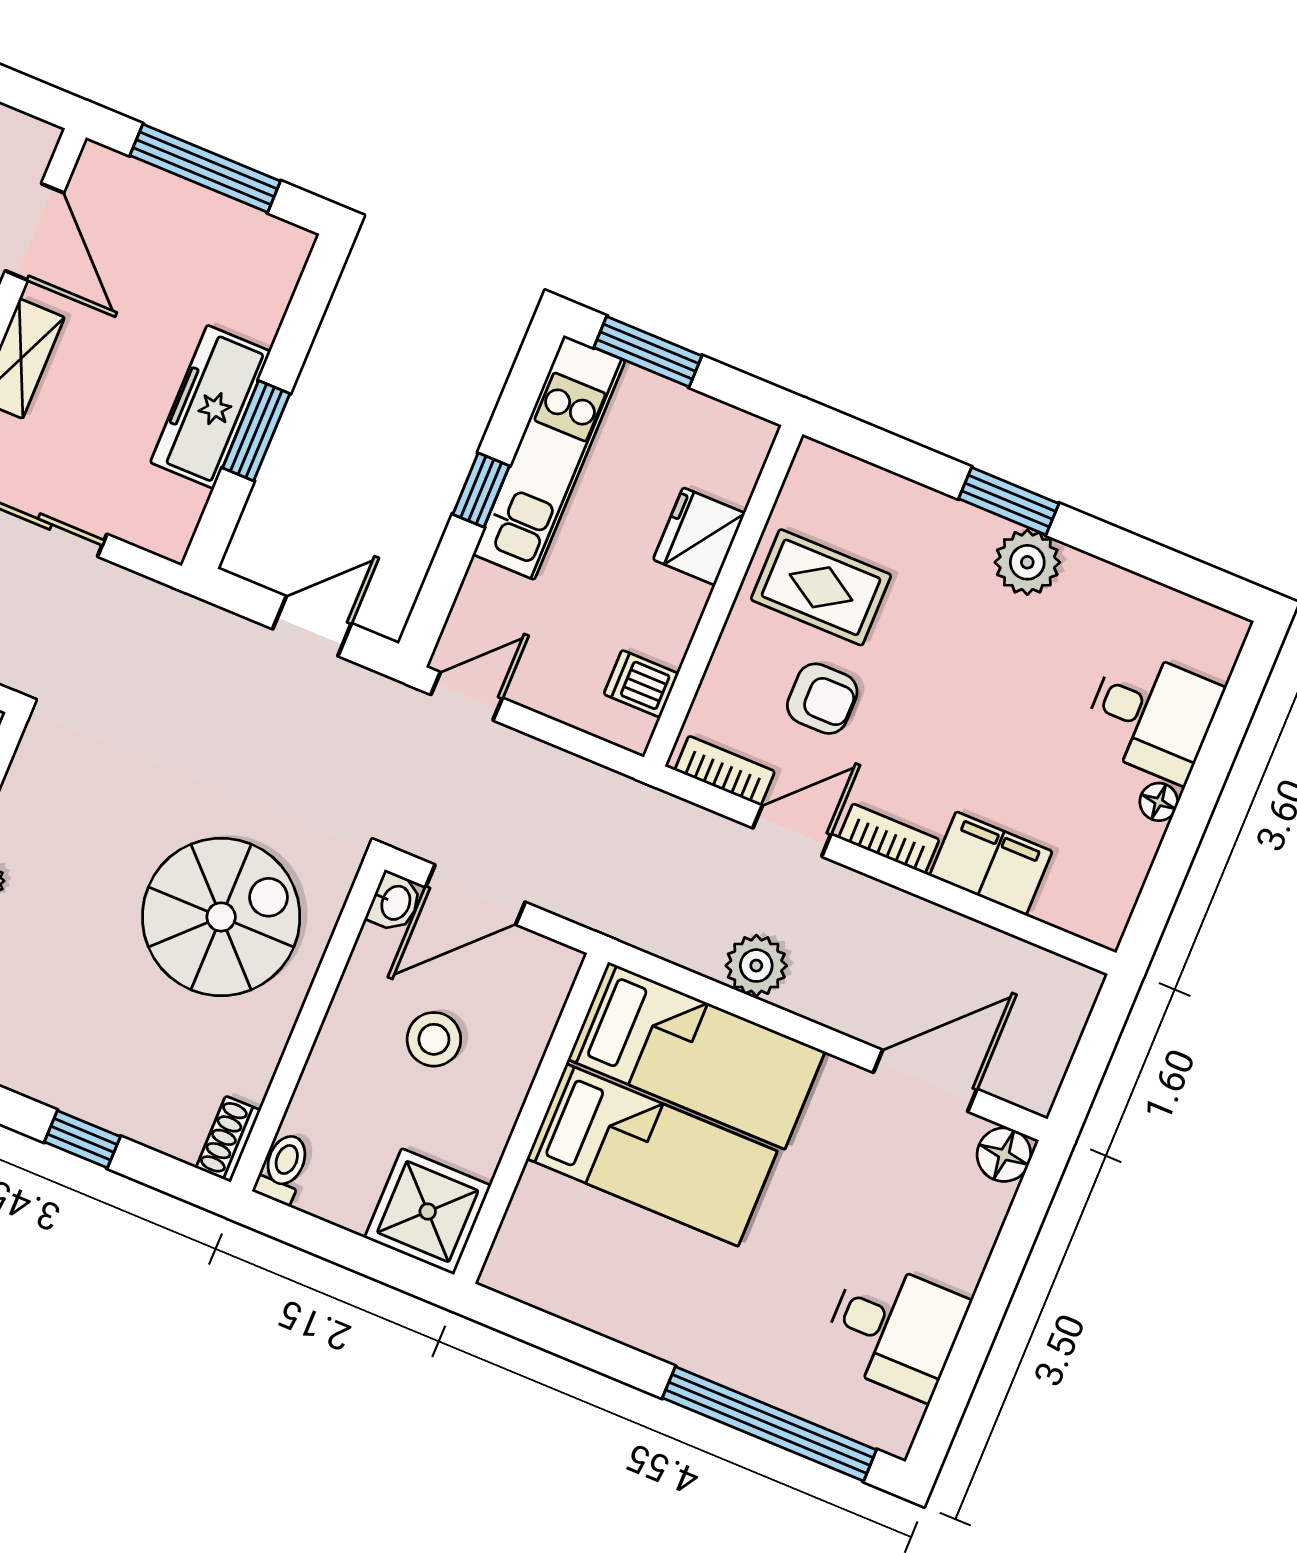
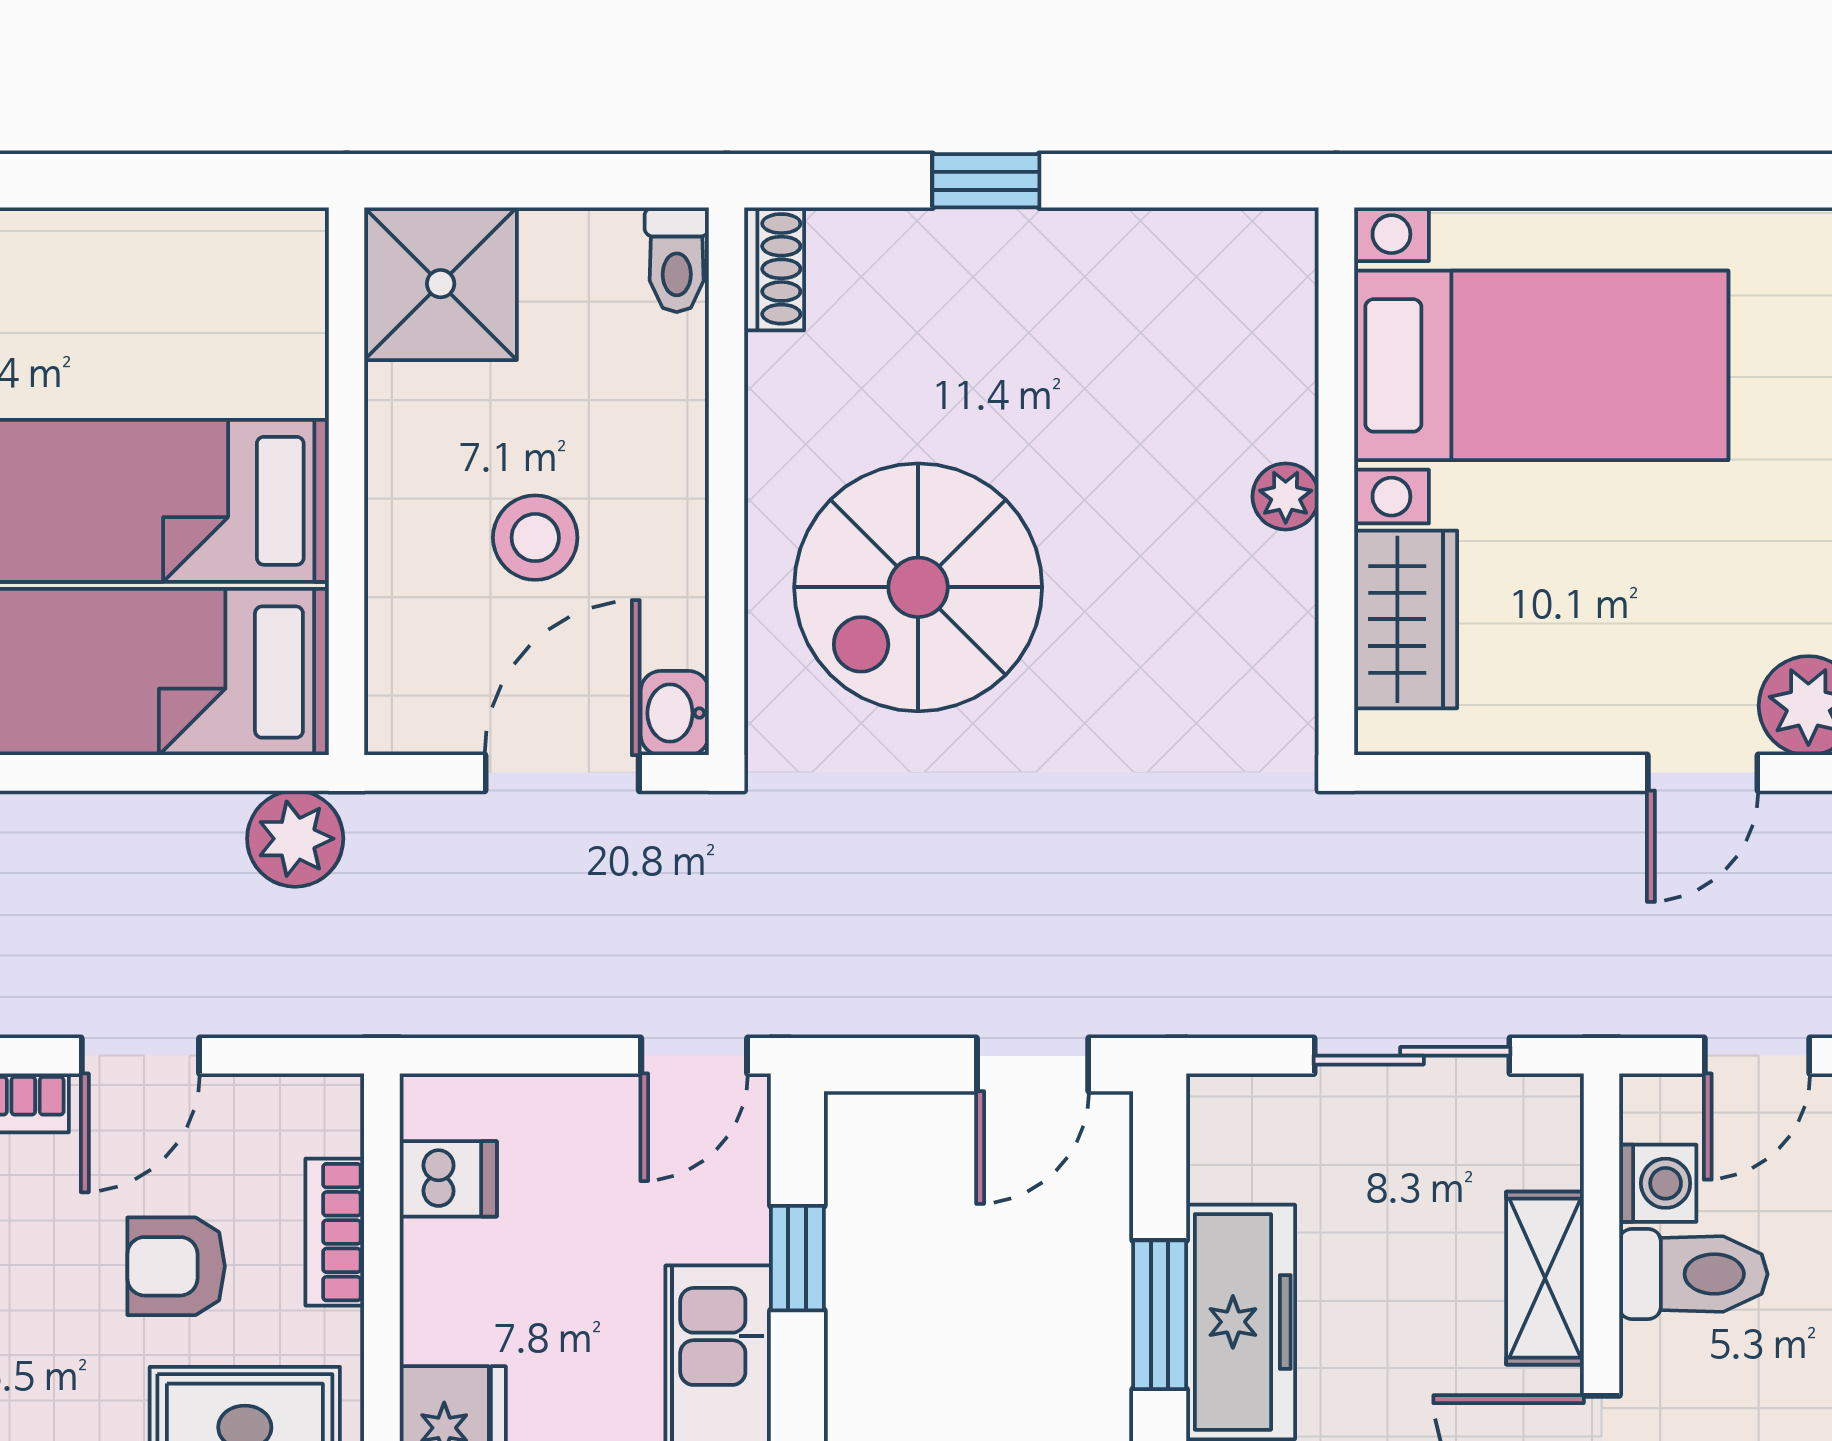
window: (481, 490) -> (797, 1258), moved
door: (312, 626) -> (1033, 1065), moved
bookcase: (725, 771) -> (335, 1232), moved, turned 90
plant: (756, 966) -> (295, 839), moved

